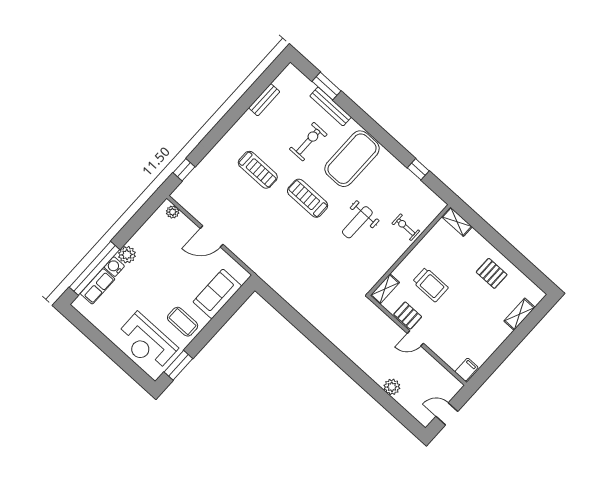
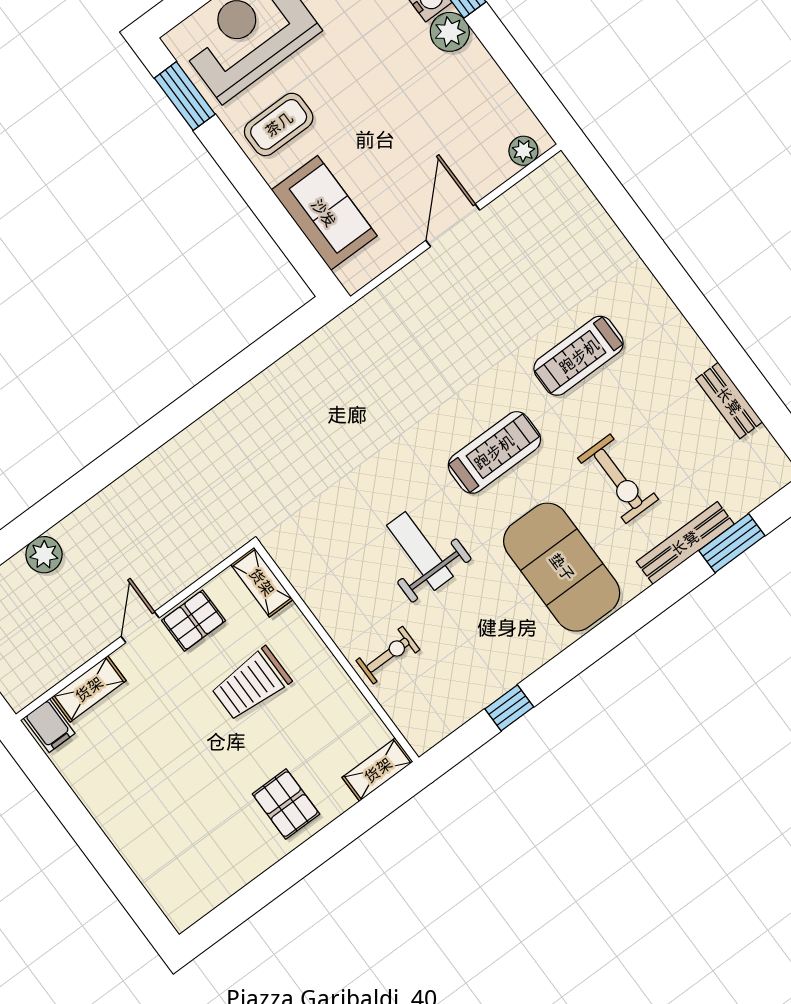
window: (184, 170) -> (611, 194), removed
pallet: (492, 273) -> (286, 804), moved, turned 90
shelving: (519, 314) -> (89, 689), moved, turned 90

